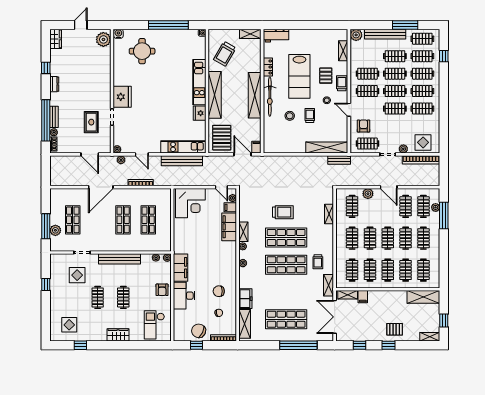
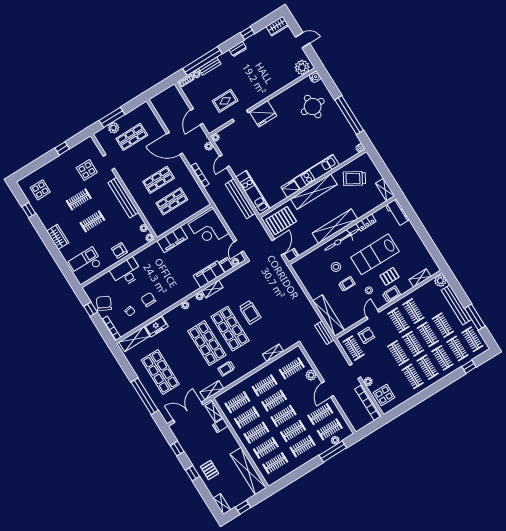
filing cabinet: (181, 268) -> (172, 240), moved
shelving: (423, 297) -> (248, 471), width x1.47

